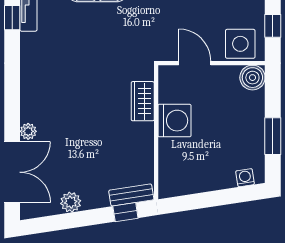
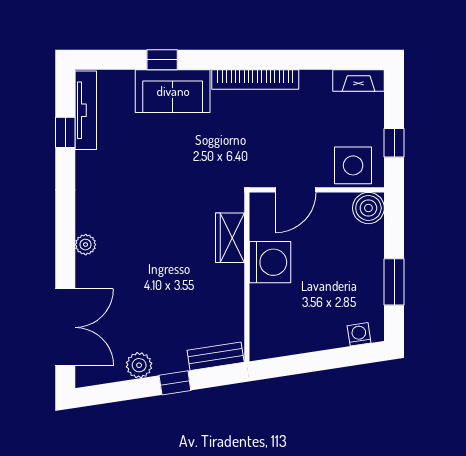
door: (195, 63) -> (296, 190), swing flipped
plant: (28, 131) -> (86, 245), moved
window: (125, 212) -> (175, 383), moved

